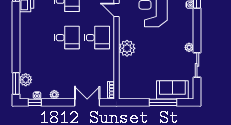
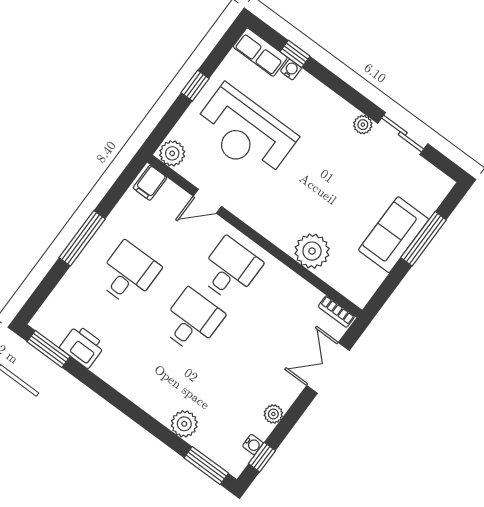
plant: (127, 48) -> (312, 251), moved
plant: (26, 80) -> (184, 424), moved
sofa: (172, 90) -> (394, 235), moved

